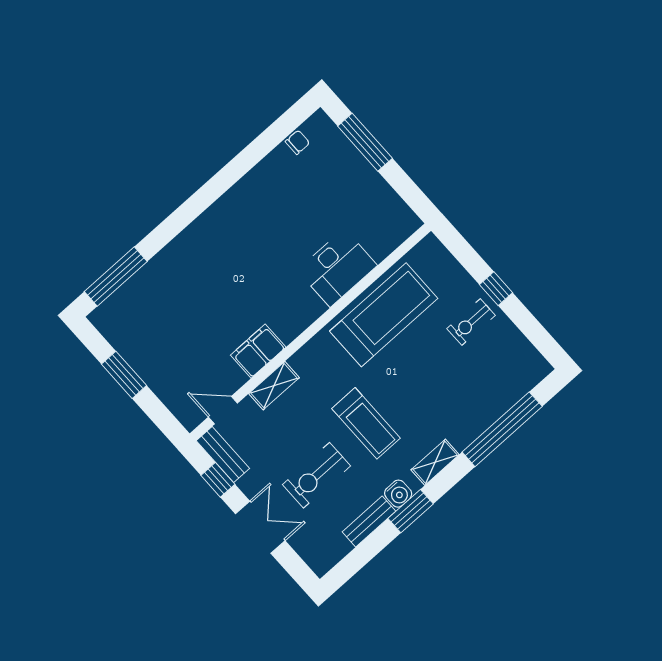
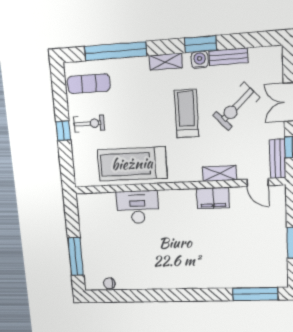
exercise mat: (506, 368) -> (89, 84), added
exercise bike: (317, 475) -> (236, 106), turned 137

